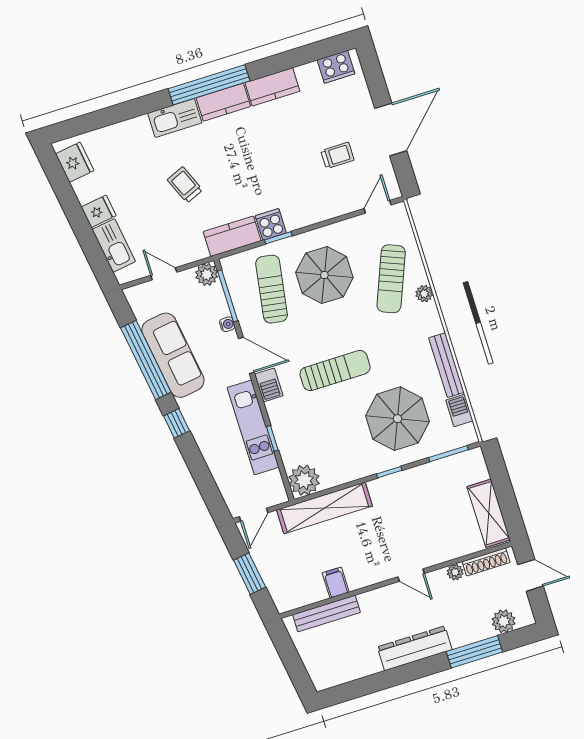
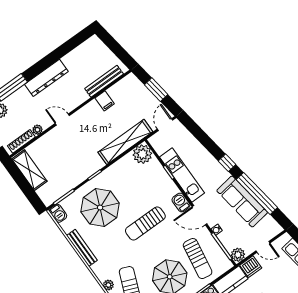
dishwasher: (193, 249) -> (251, 267), added
barbecue: (459, 410) -> (58, 213), moved

